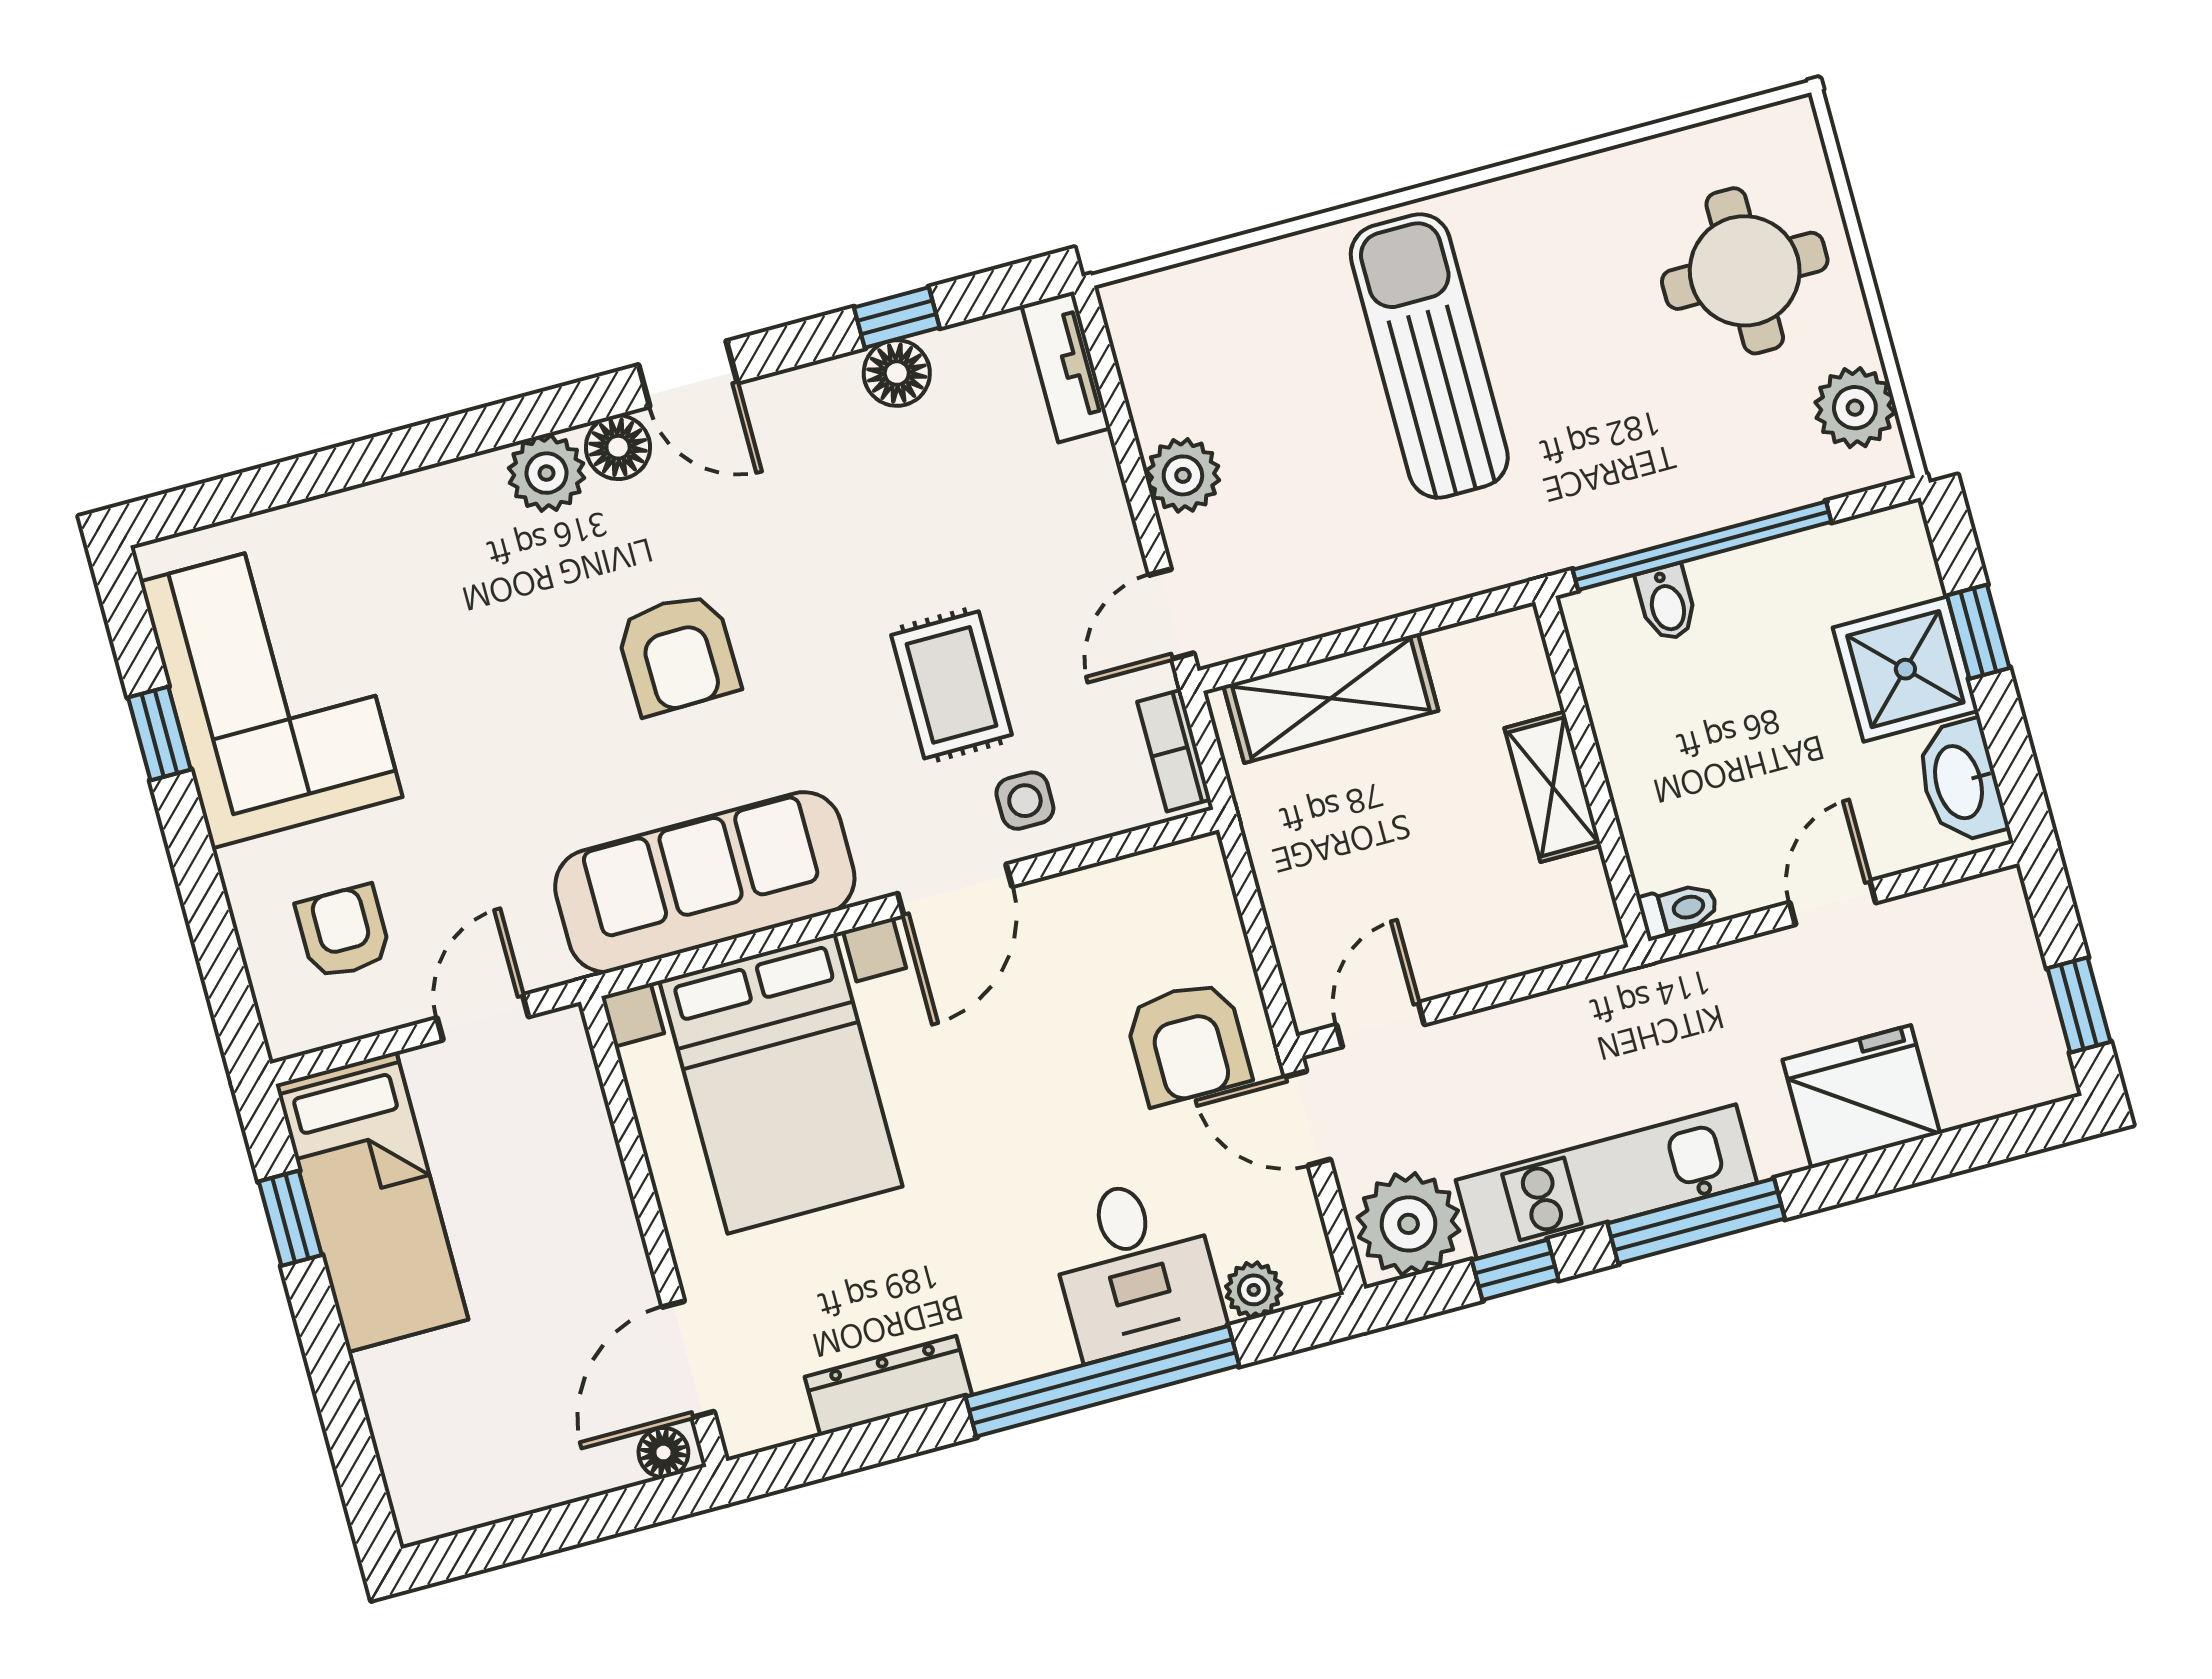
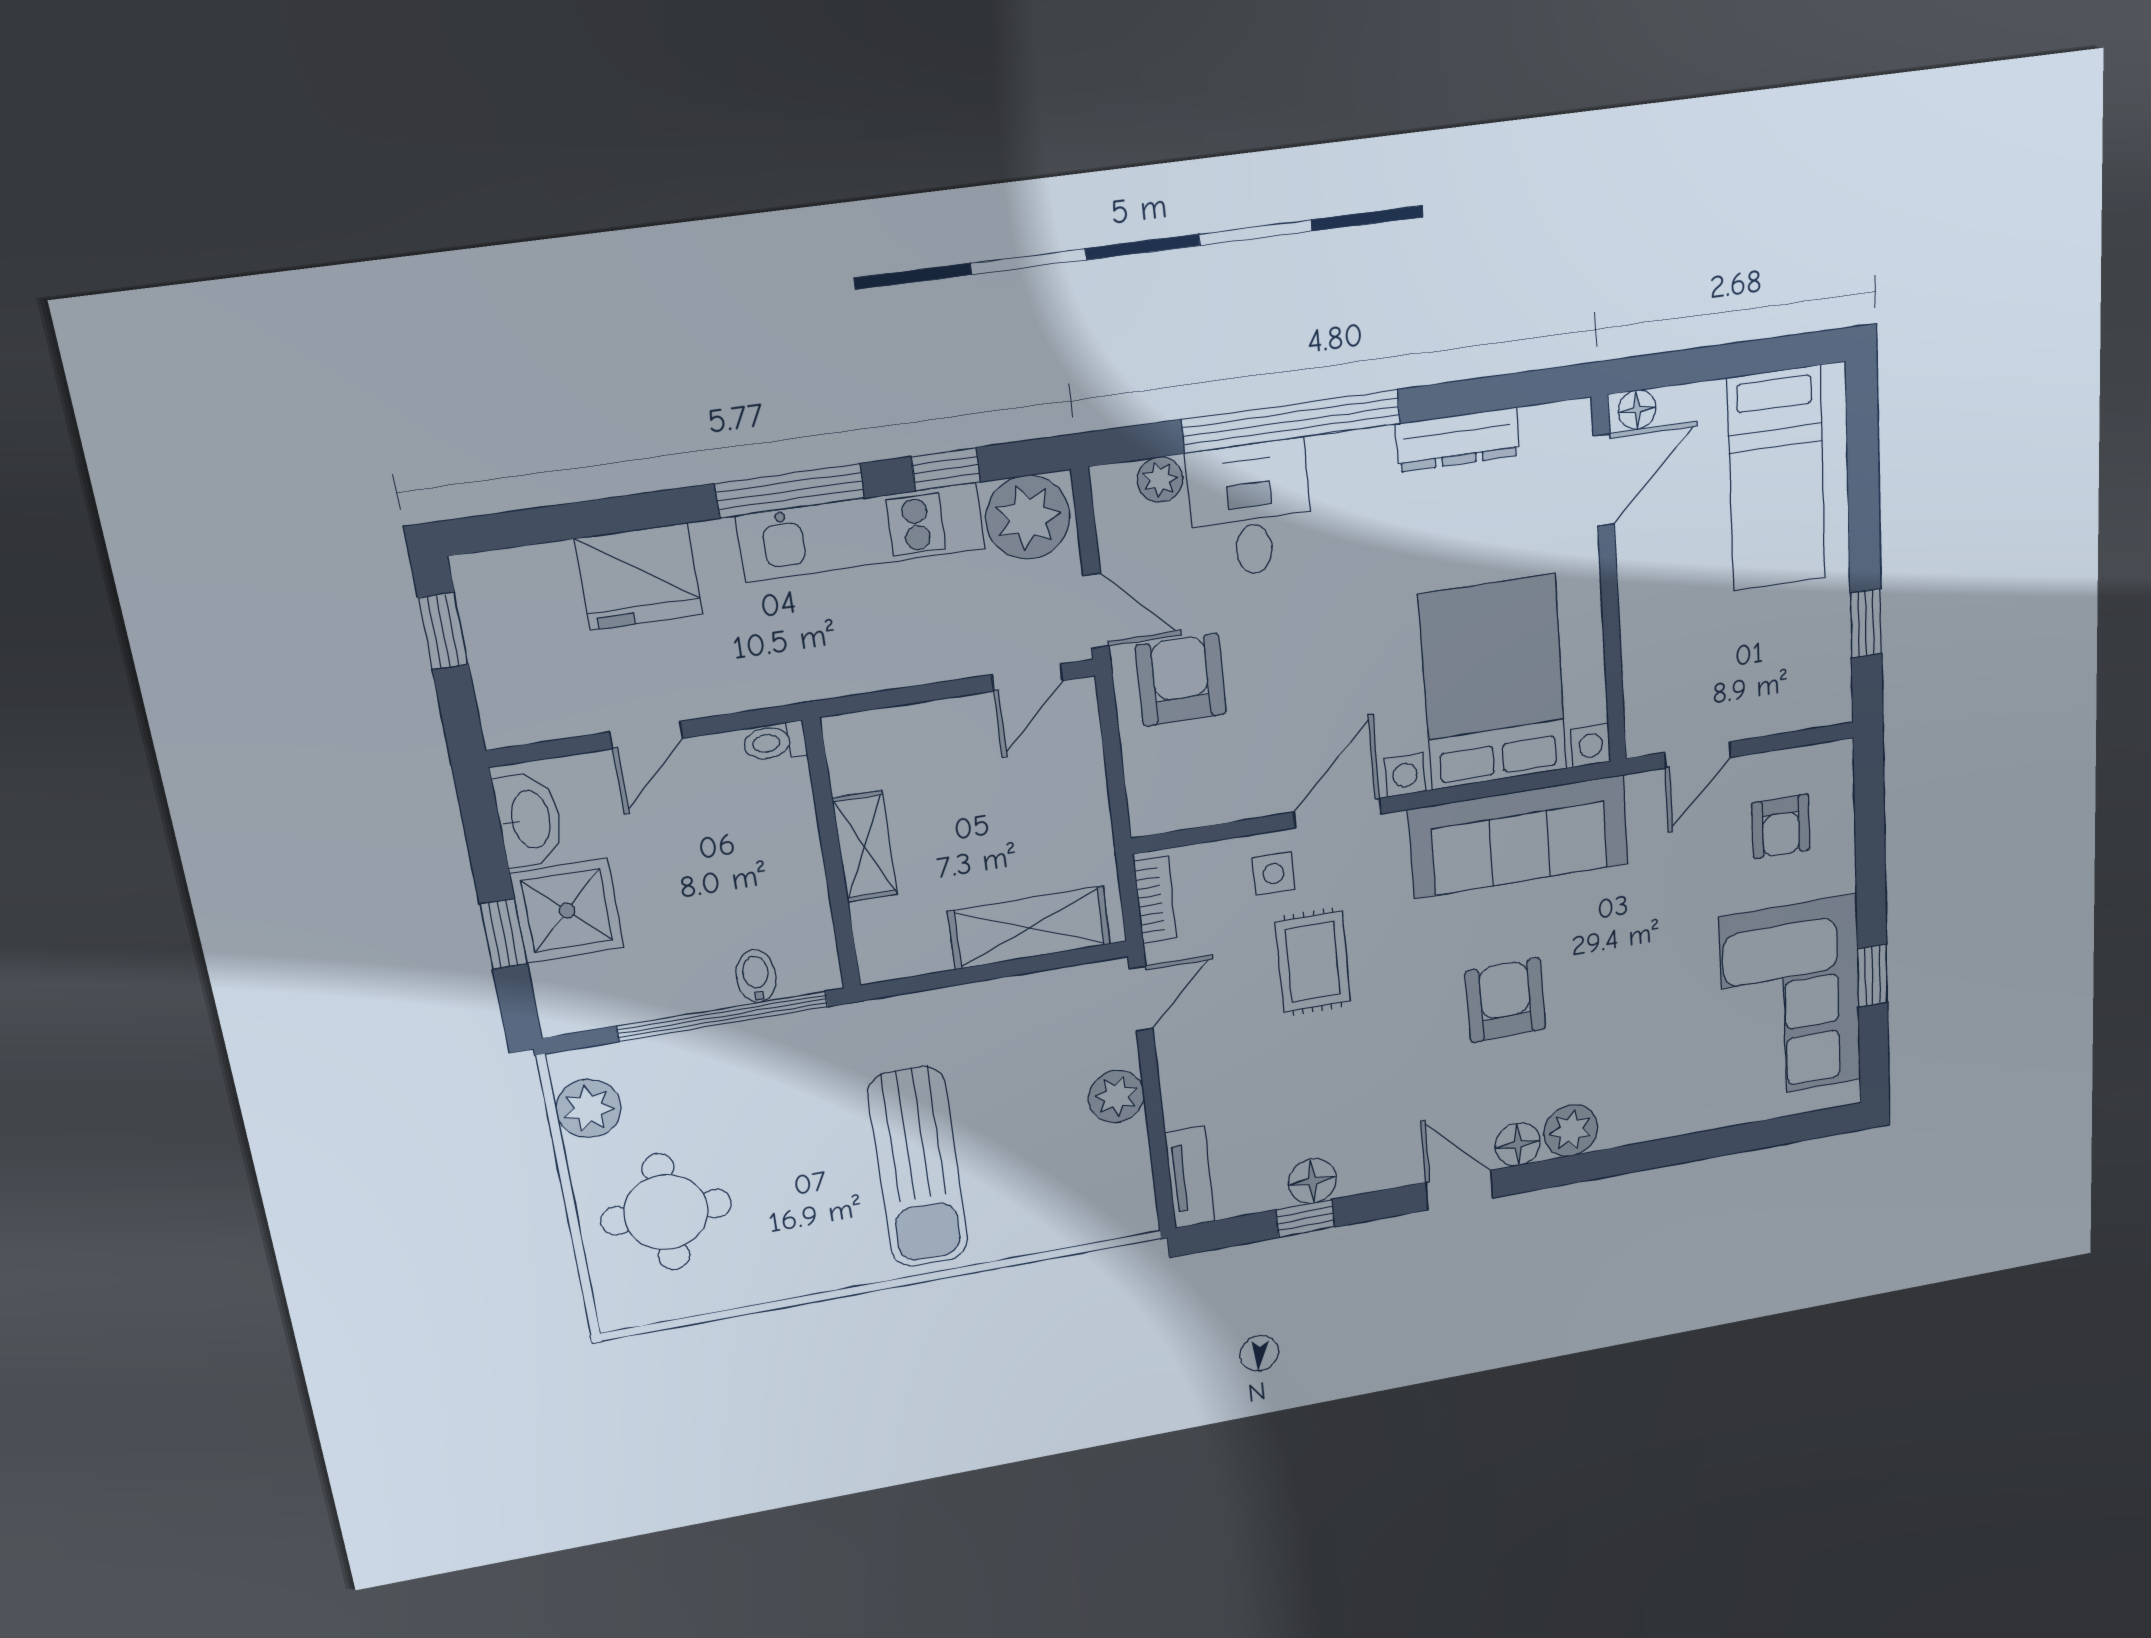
bed: (372, 1202) -> (1777, 479), moved, turned 180

